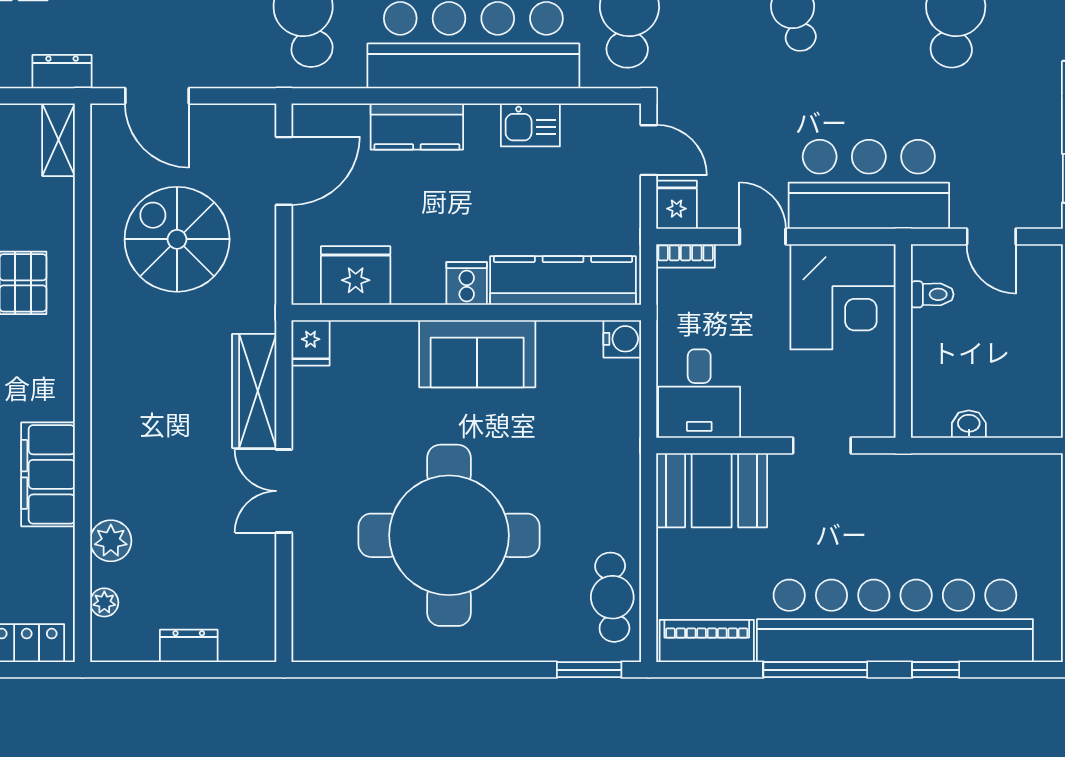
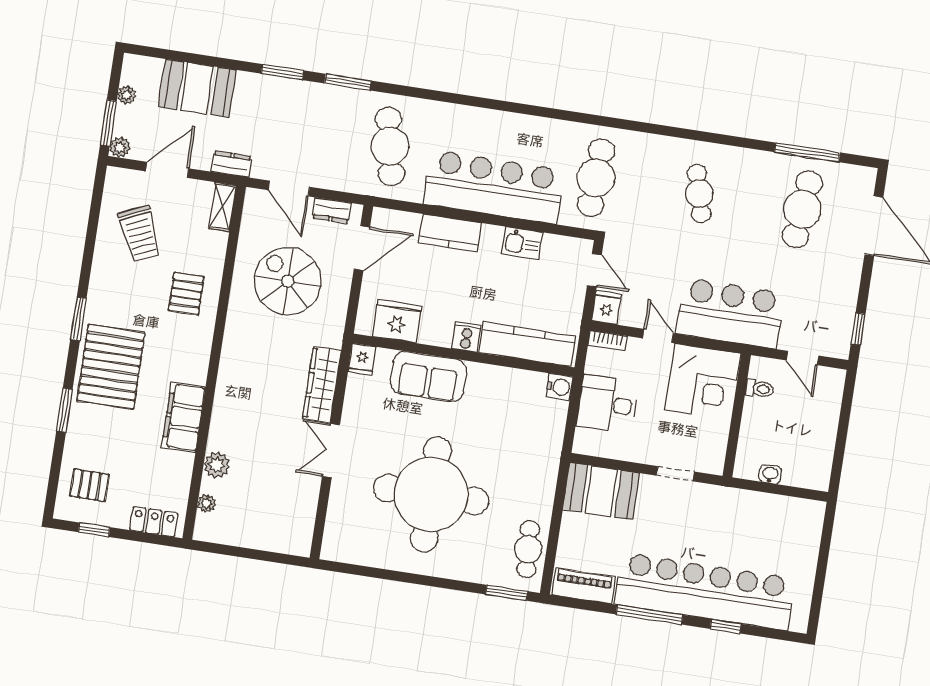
sofa: (477, 354) -> (428, 377), moved
desk: (699, 394) -> (607, 404), moved, turned 90
dresser: (189, 646) -> (332, 210), moved, turned 180

